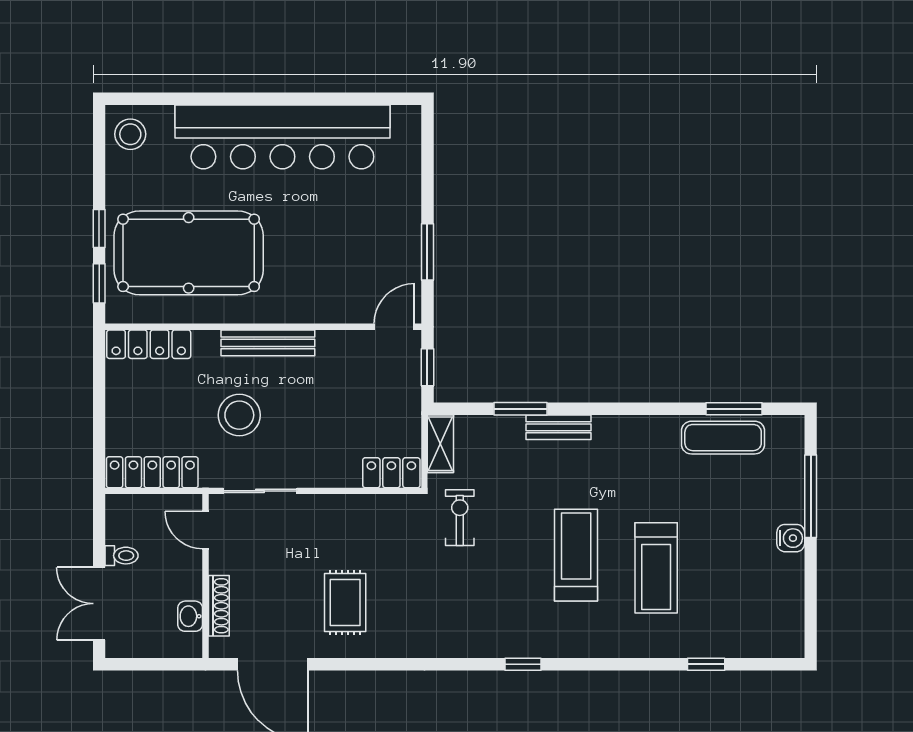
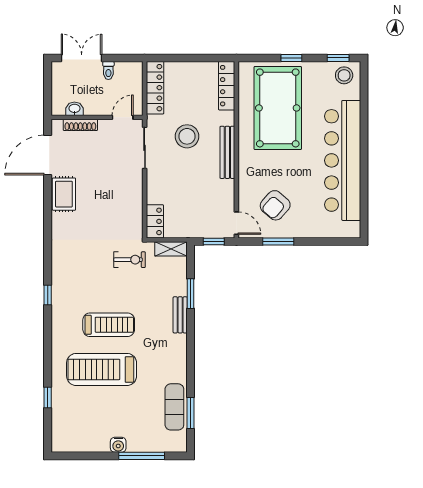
armchair: (363, 257) -> (275, 205), added
window: (99, 283) -> (338, 58), moved
treadmill: (656, 568) -> (102, 369), width x1.37, depth x1.38
rug: (345, 602) -> (64, 194), moved, turned 90

